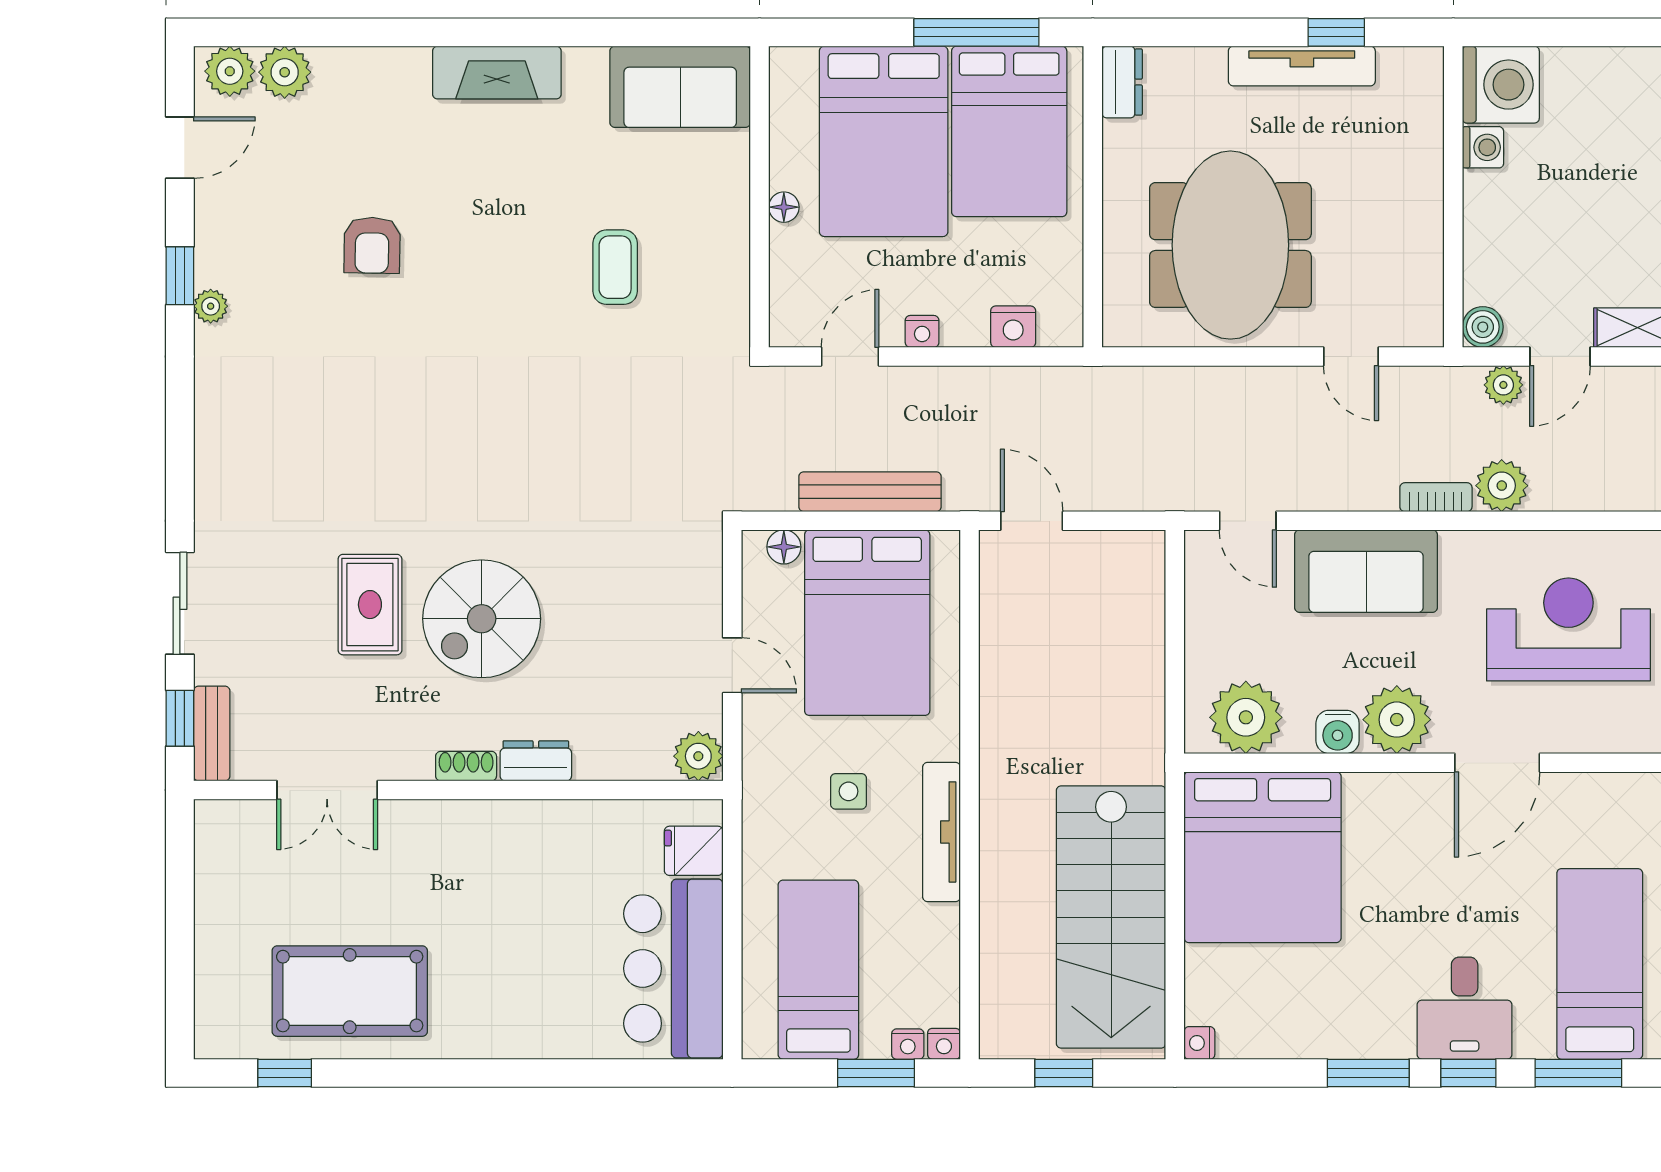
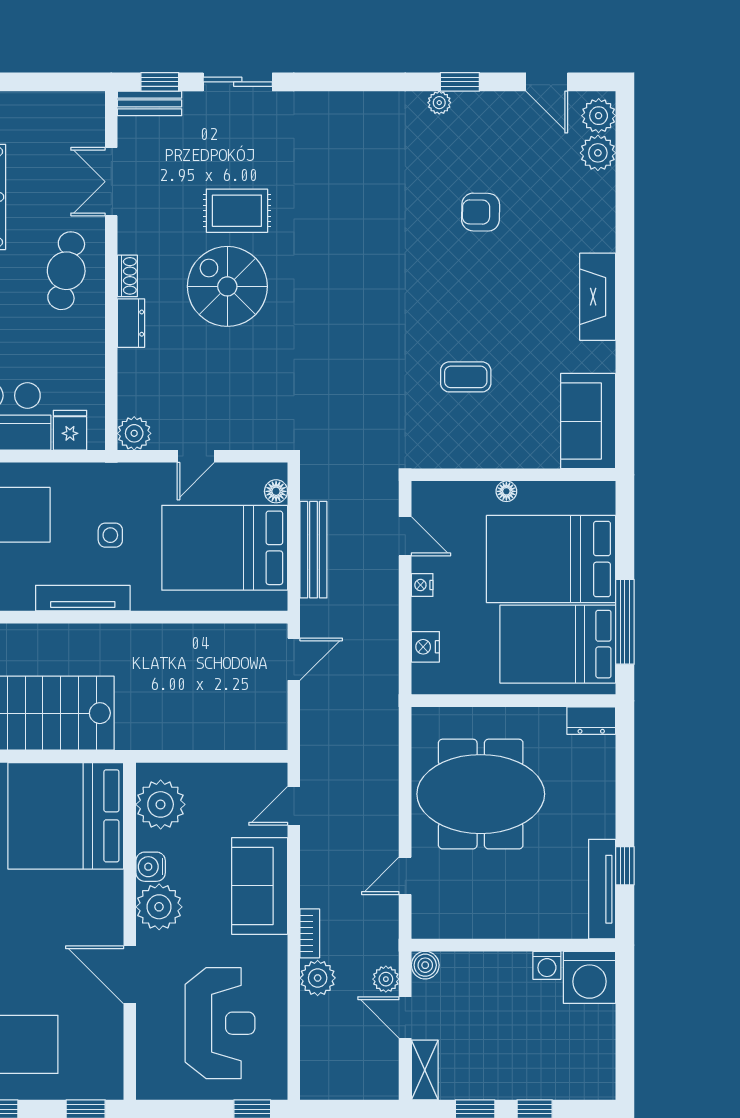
tv unit: (1302, 66) -> (602, 889), moved
cafe table: (458, 856) -> (66, 271), added

